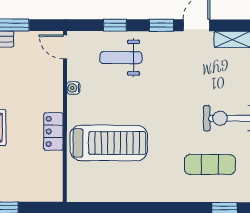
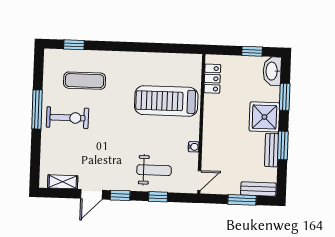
door: (65, 47) -> (199, 180), hinge flipped
locker: (53, 131) -> (212, 79), moved

